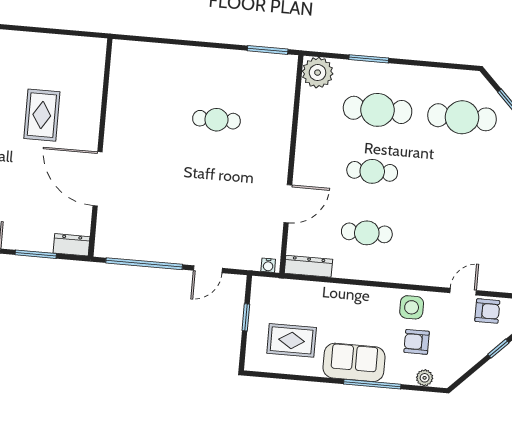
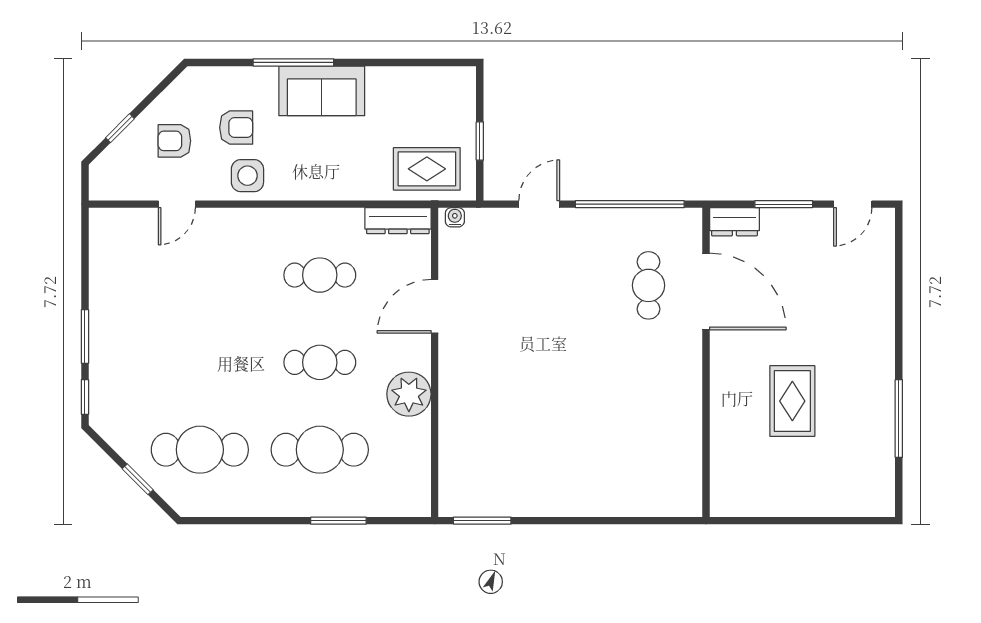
plant: (318, 73) -> (409, 394), moved
cafe table: (216, 120) -> (649, 285), moved, turned 90
door: (98, 179) -> (706, 292), moved
armchair: (487, 311) -> (174, 141), moved
rug: (292, 340) -> (427, 169), moved
plant: (425, 378) -> (220, 78), removed

